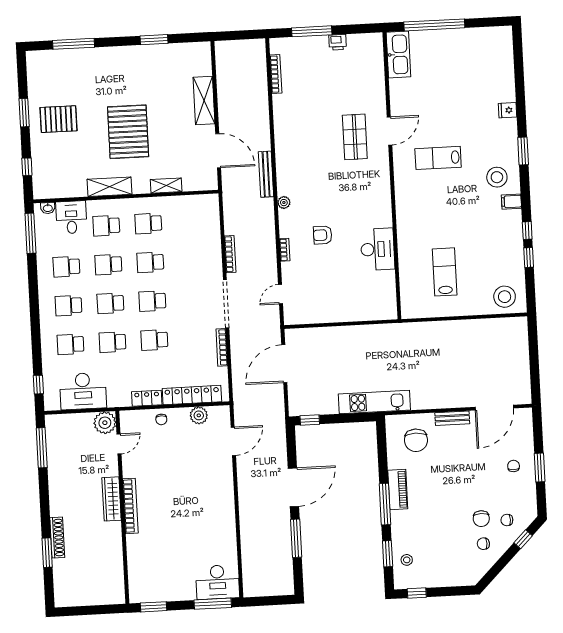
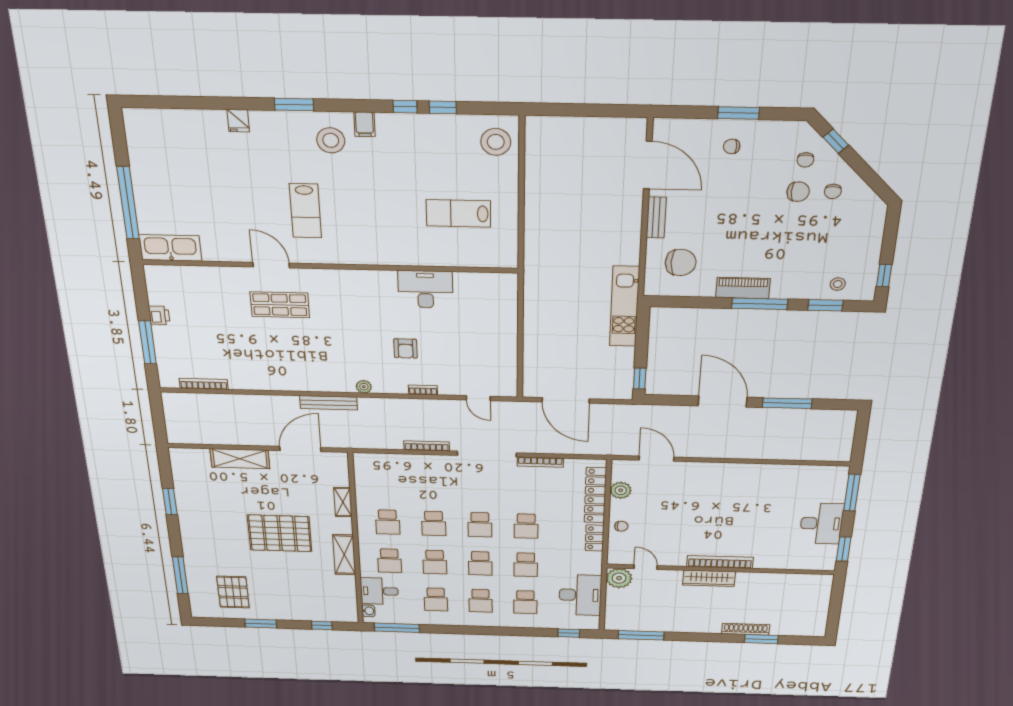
pallet: (58, 119) -> (233, 592), moved
desk: (218, 582) -> (821, 523), moved

